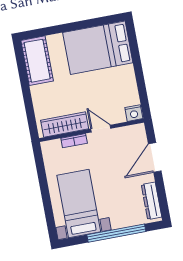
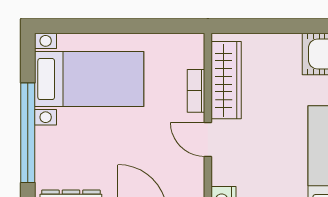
door: (101, 129) -> (208, 139), swing flipped

